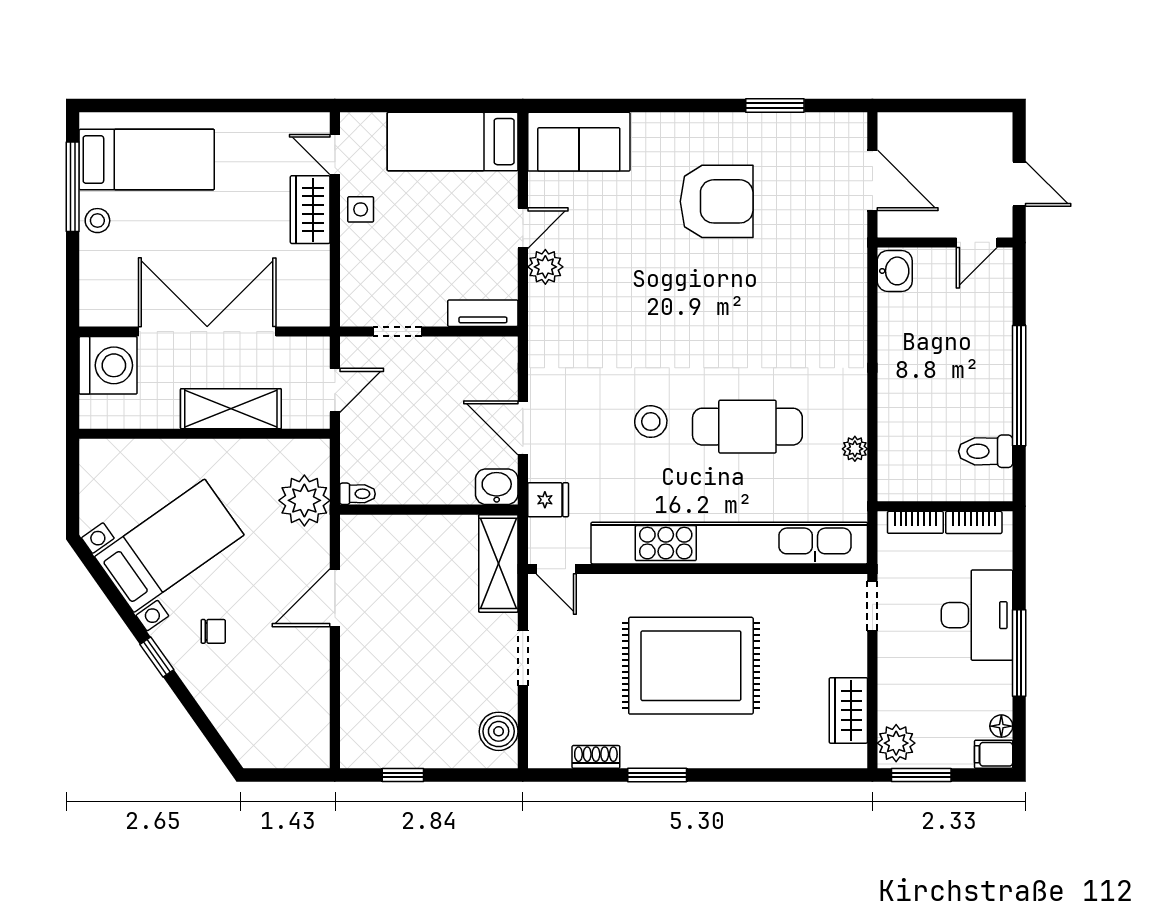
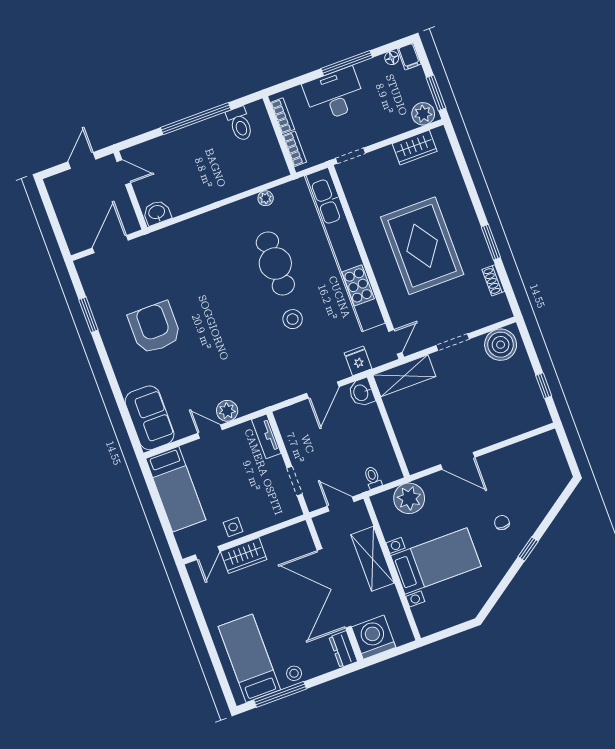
dresser: (107, 311) -> (343, 649), added
toilet: (357, 494) -> (373, 478), moved
bed with nightstands: (169, 546) -> (436, 561), moved, turned 125
boiler: (499, 731) -> (501, 345), width x1.37, depth x1.37

